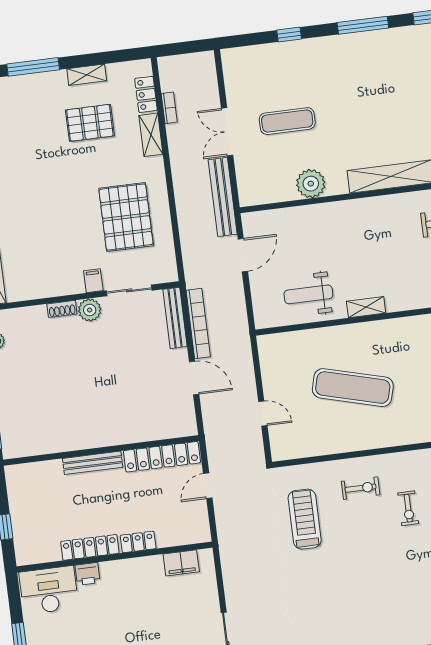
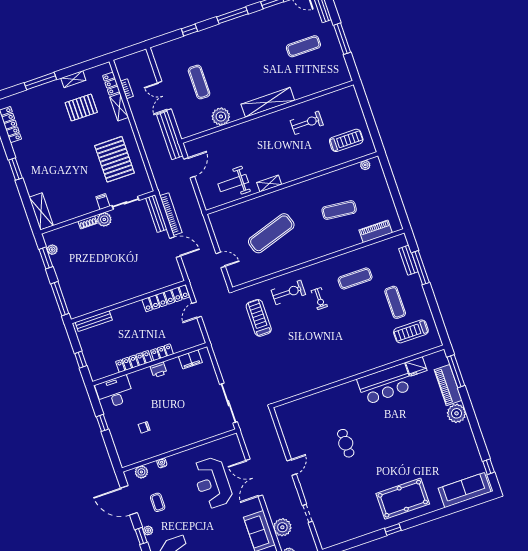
exercise mat: (287, 121) -> (199, 82), turned 90
exercise mat: (353, 388) -> (271, 233), turned -33
bench: (93, 463) -> (94, 321), moved
exercise bike: (361, 488) -> (288, 292), width x1.38, depth x1.39
printer: (88, 574) -> (159, 370), moved

